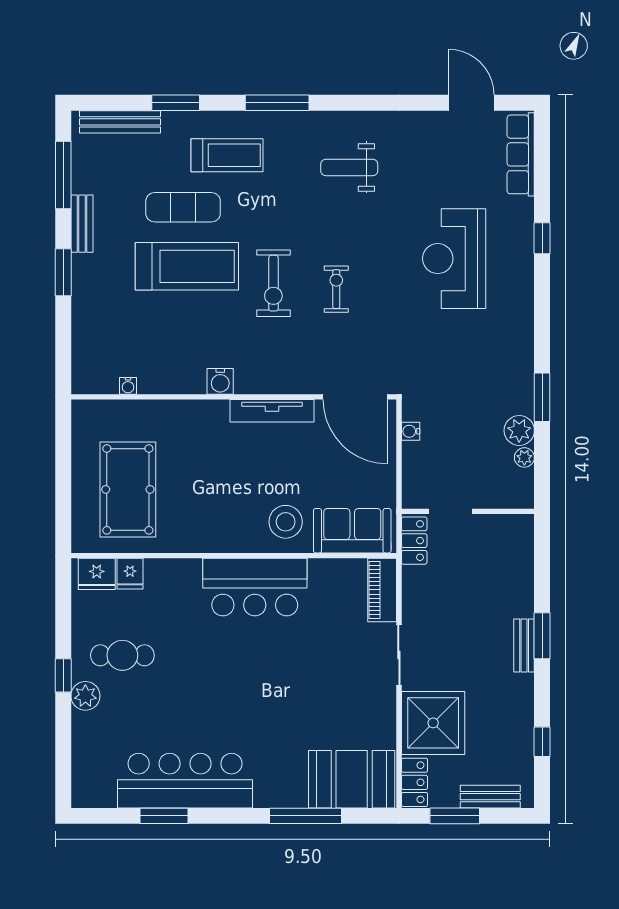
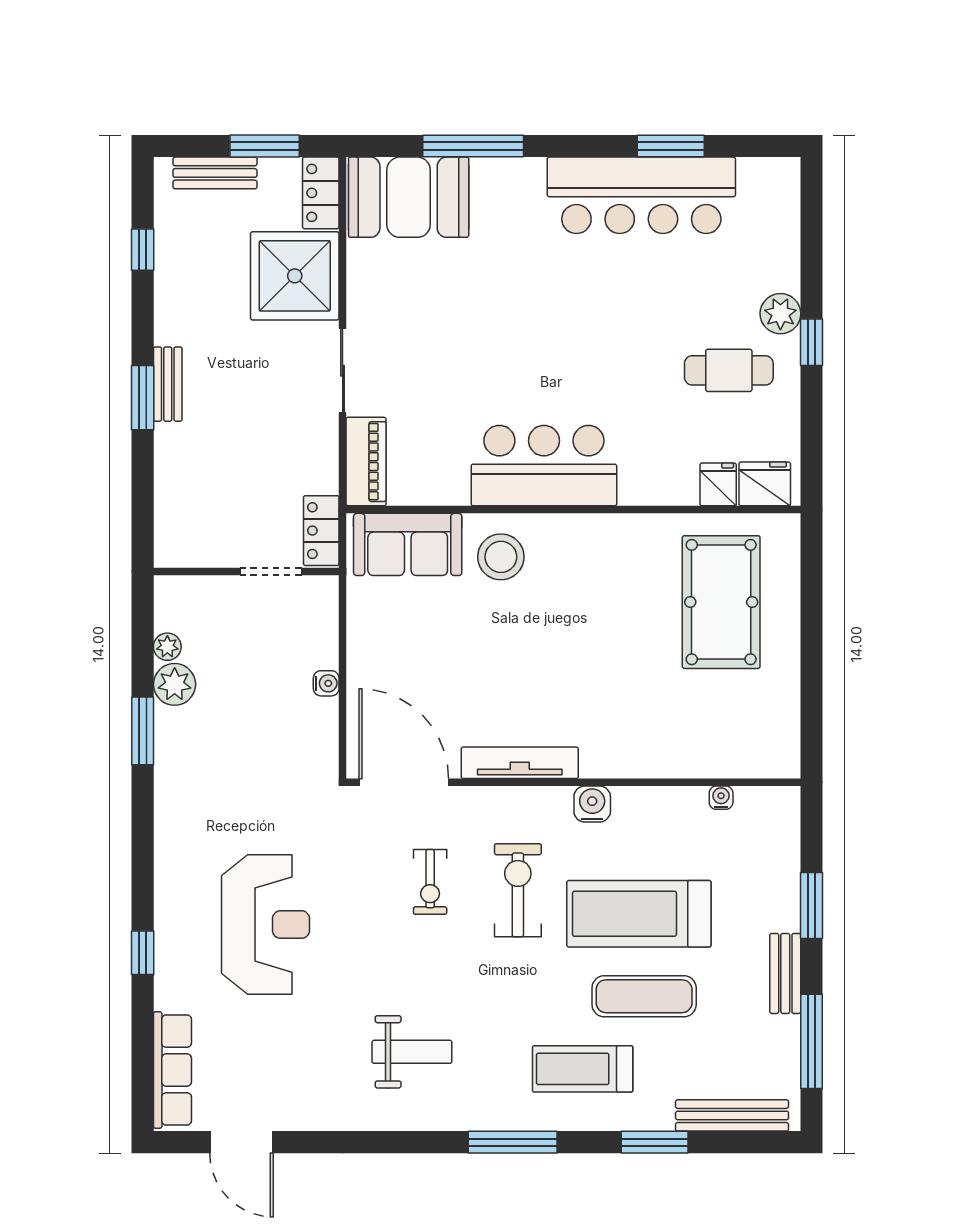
water cooler: (220, 381) -> (592, 804), moved
water cooler: (128, 386) -> (721, 798), moved
wall: (234, 397) -> (573, 782), moved
door: (355, 397) -> (404, 782), moved
tv unit: (272, 411) -> (520, 763), moved

